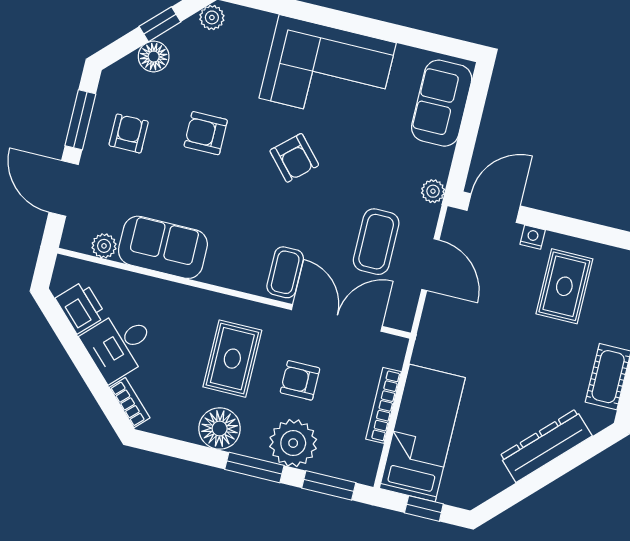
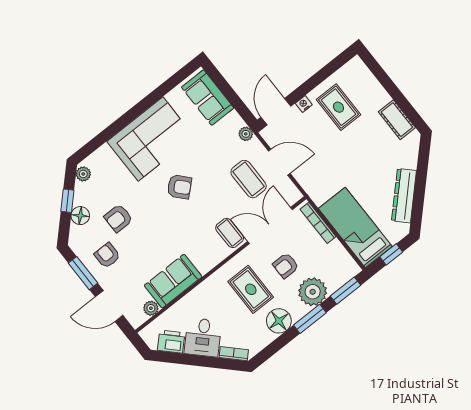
armchair: (206, 133) -> (118, 218), moved
bookcase: (383, 405) -> (318, 223), moved
dresser: (546, 446) -> (404, 196), moved

